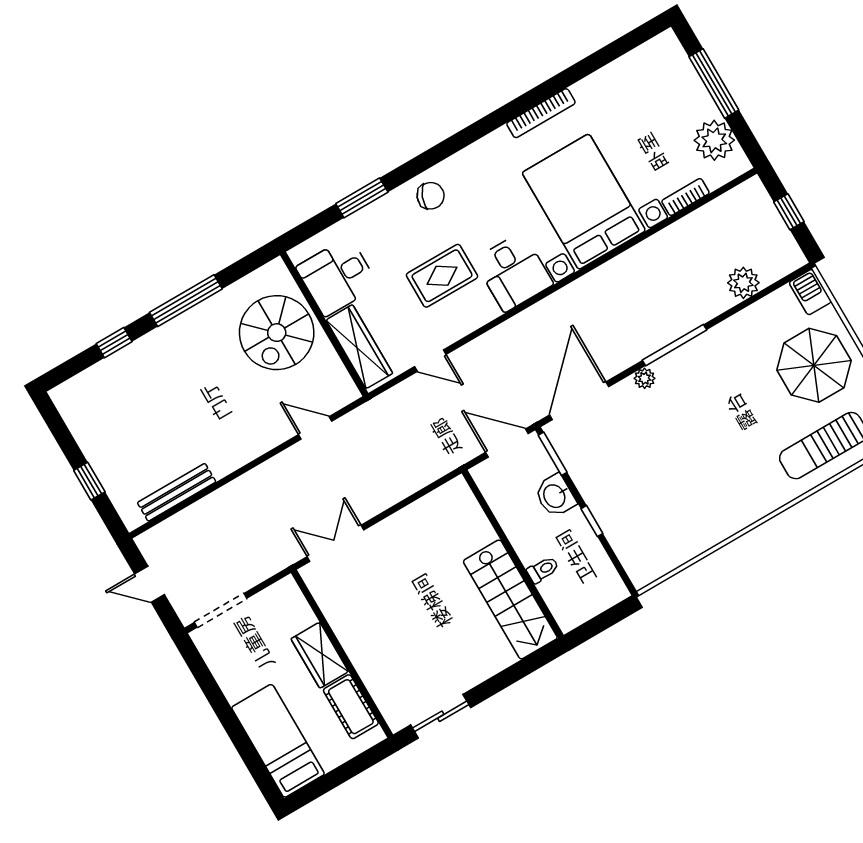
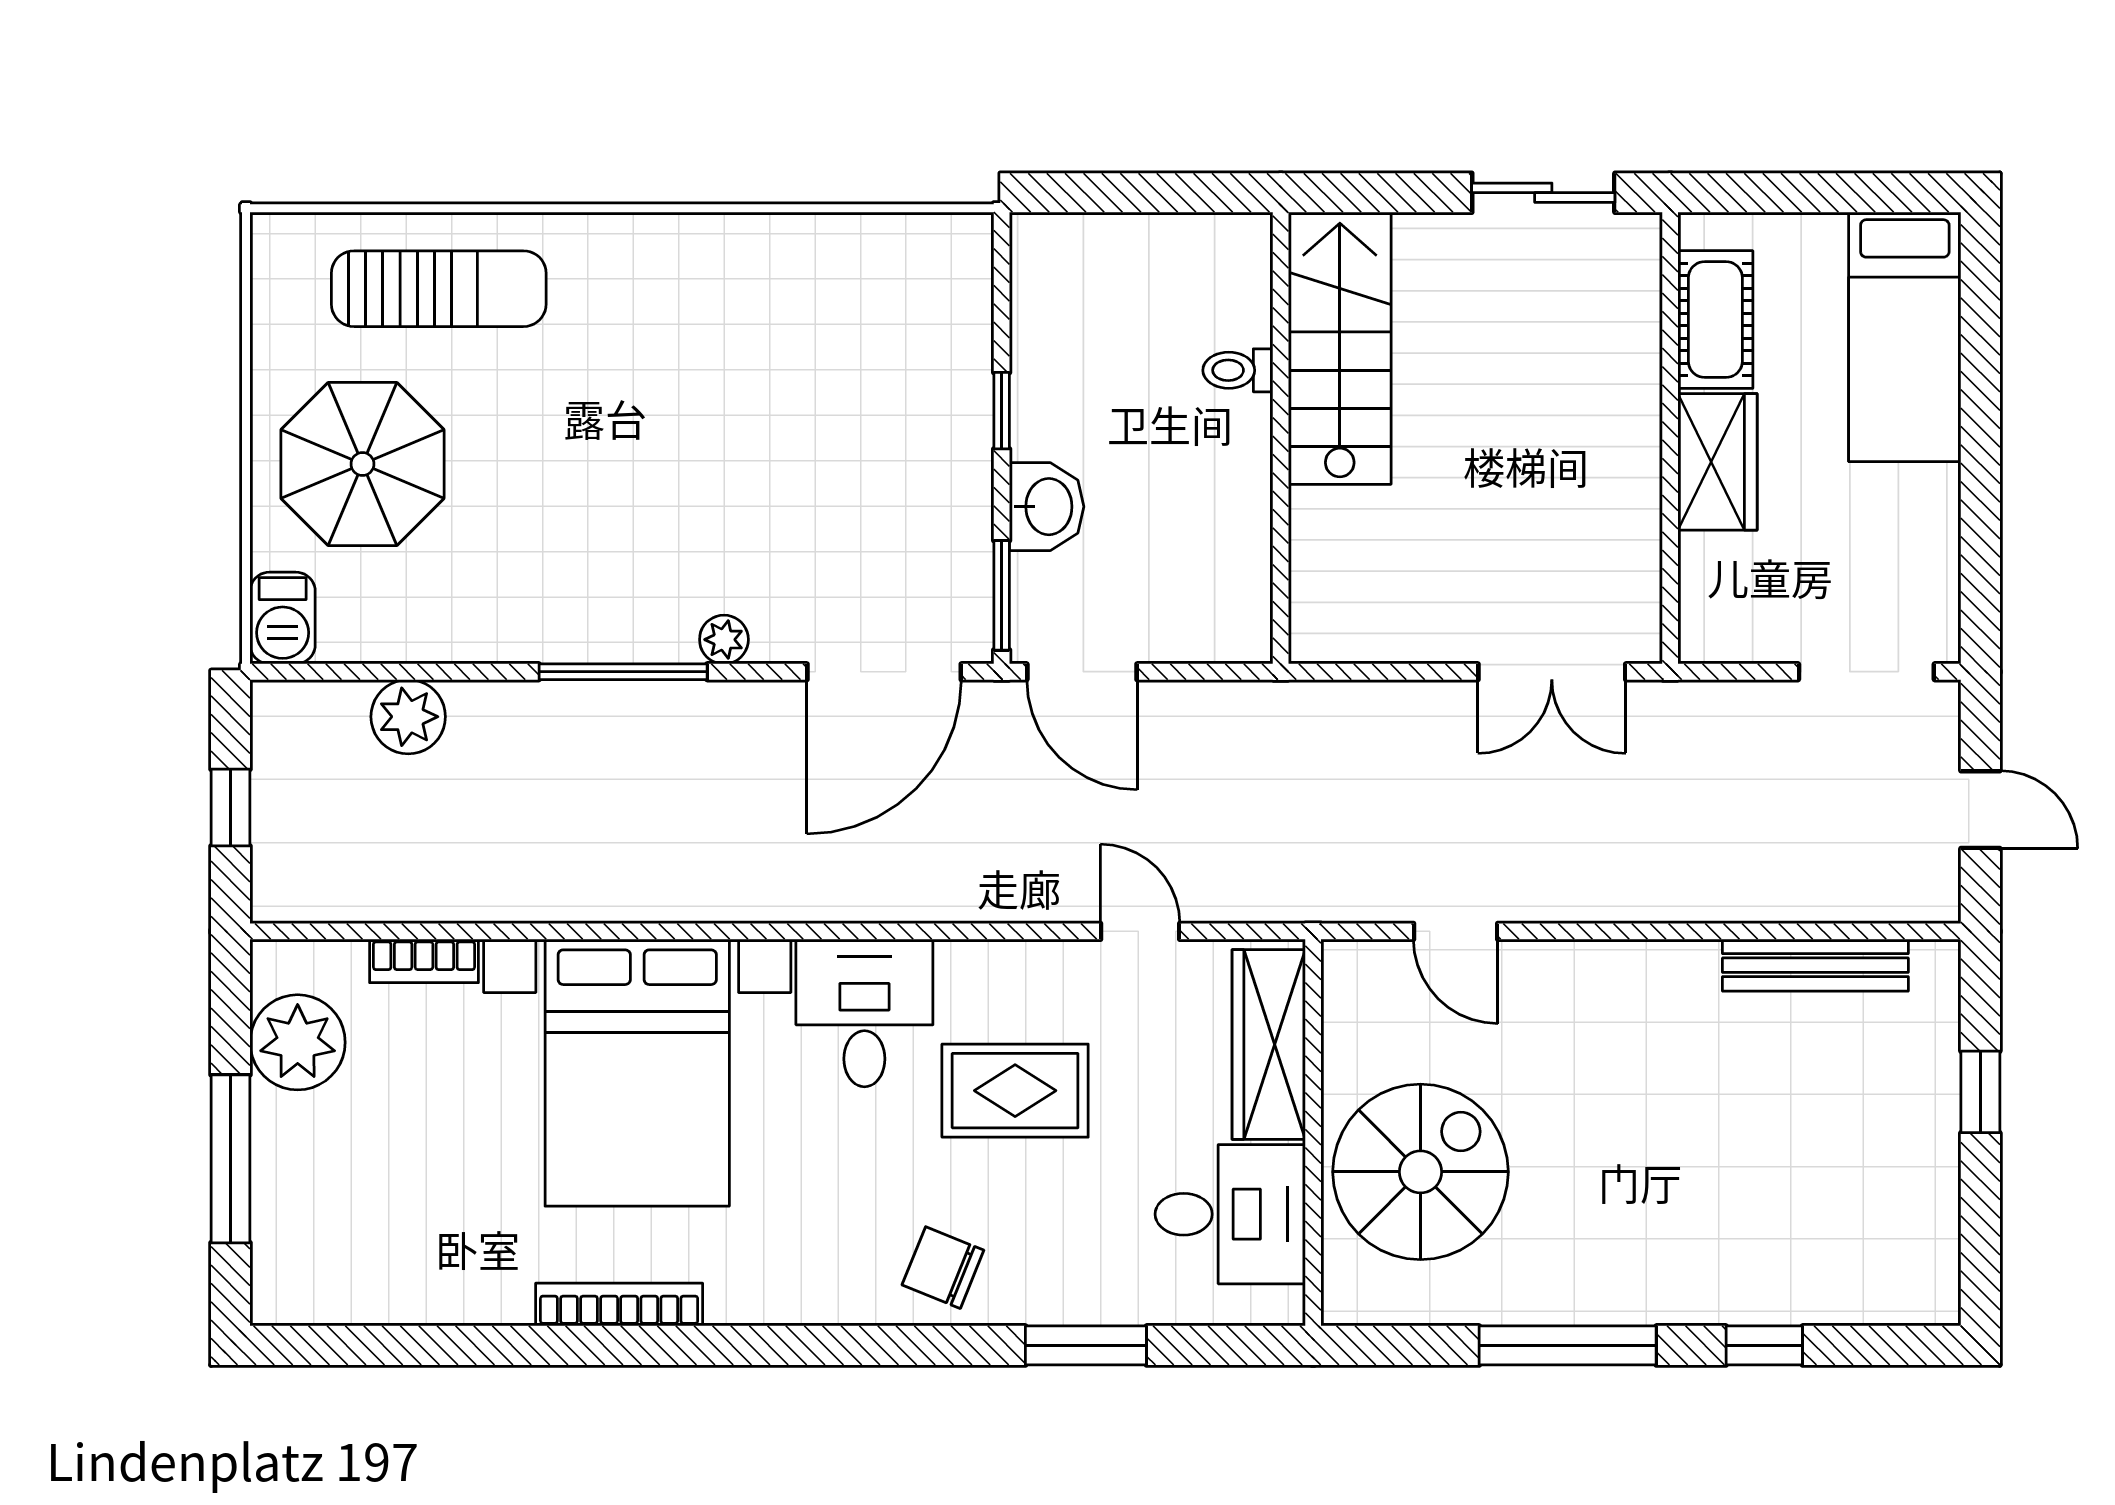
wall: (513, 554) -> (1281, 438), moved
toilet: (543, 570) -> (1238, 370), moved
stairs: (510, 599) -> (1340, 348), moved

